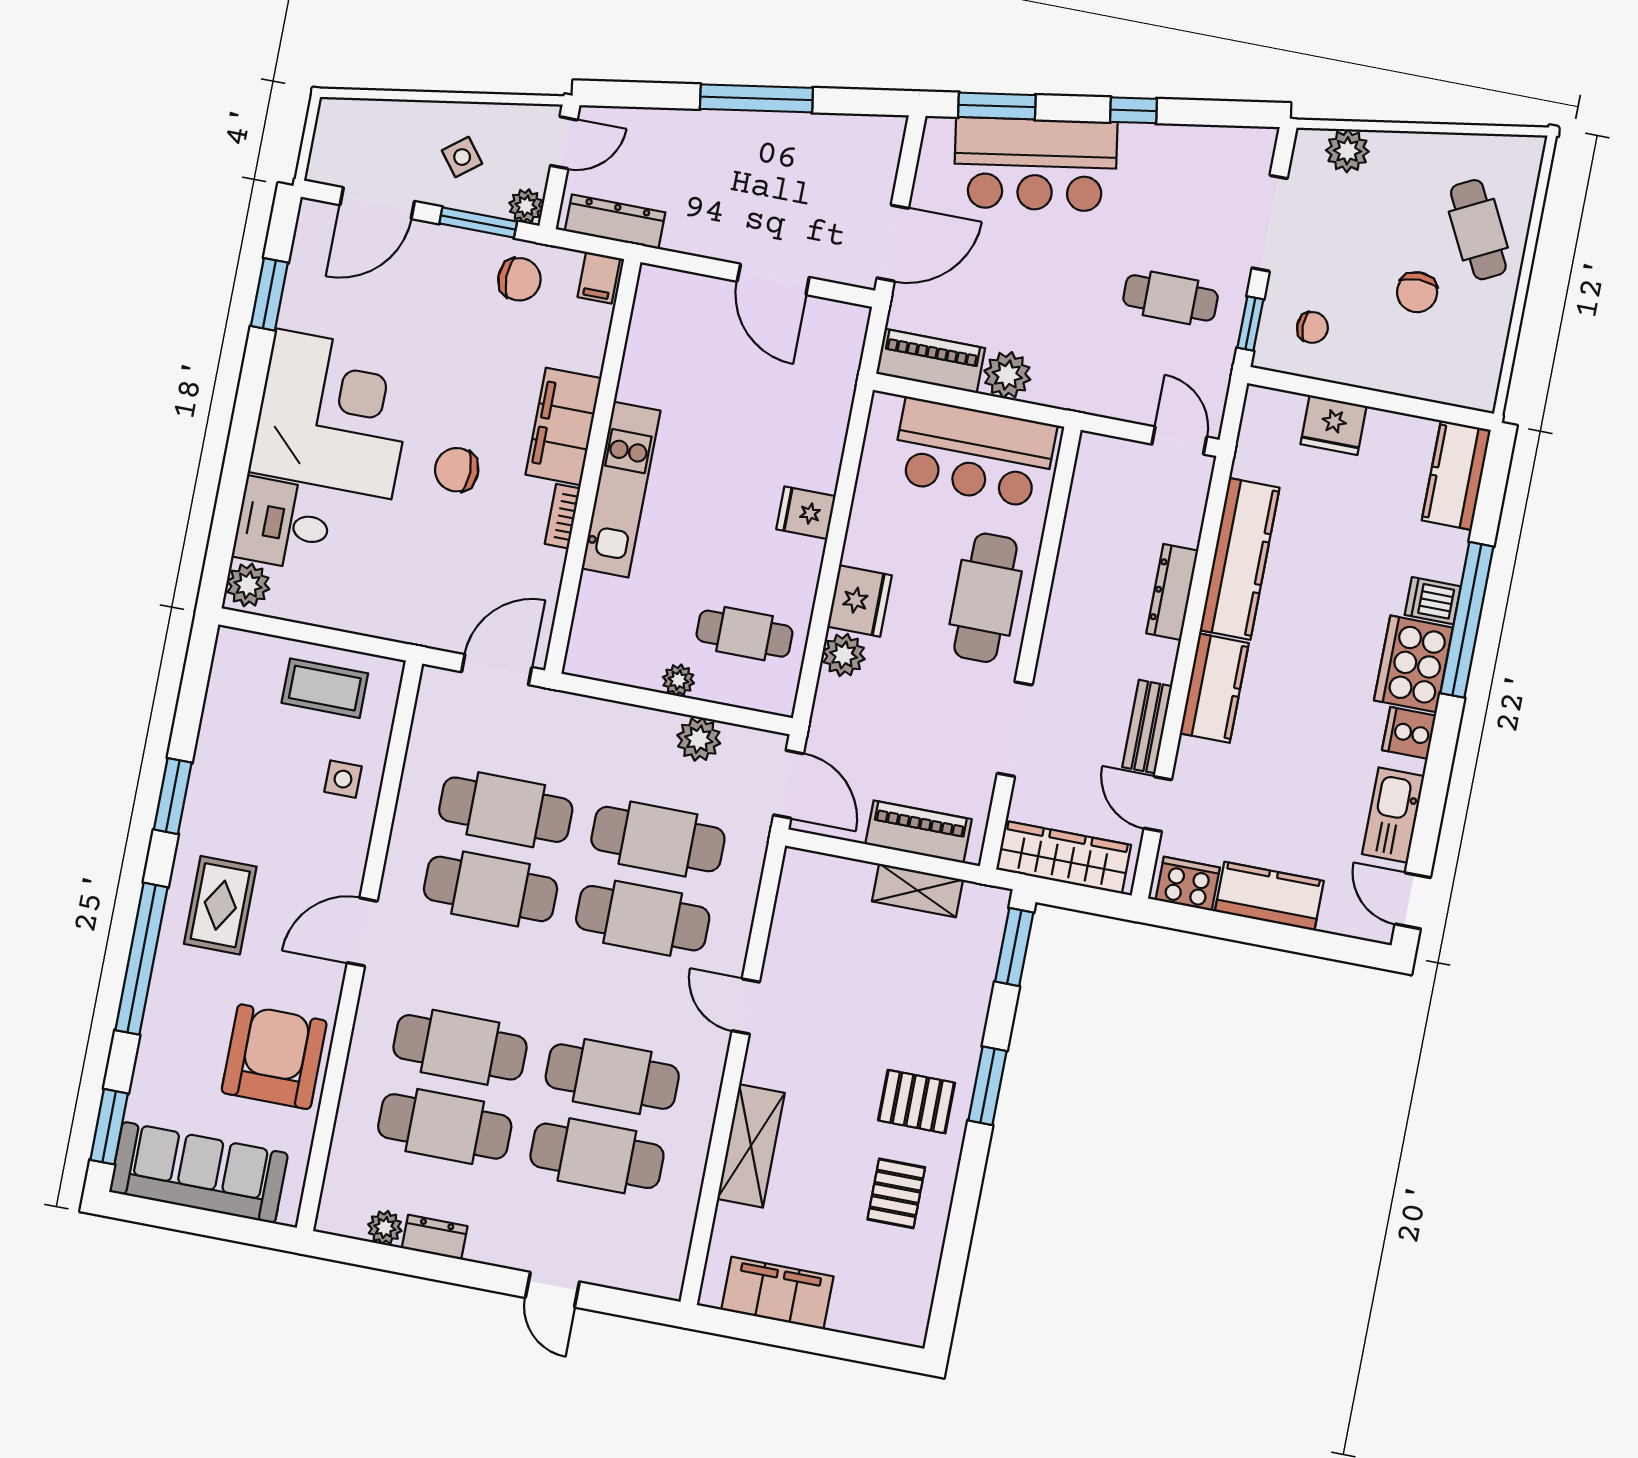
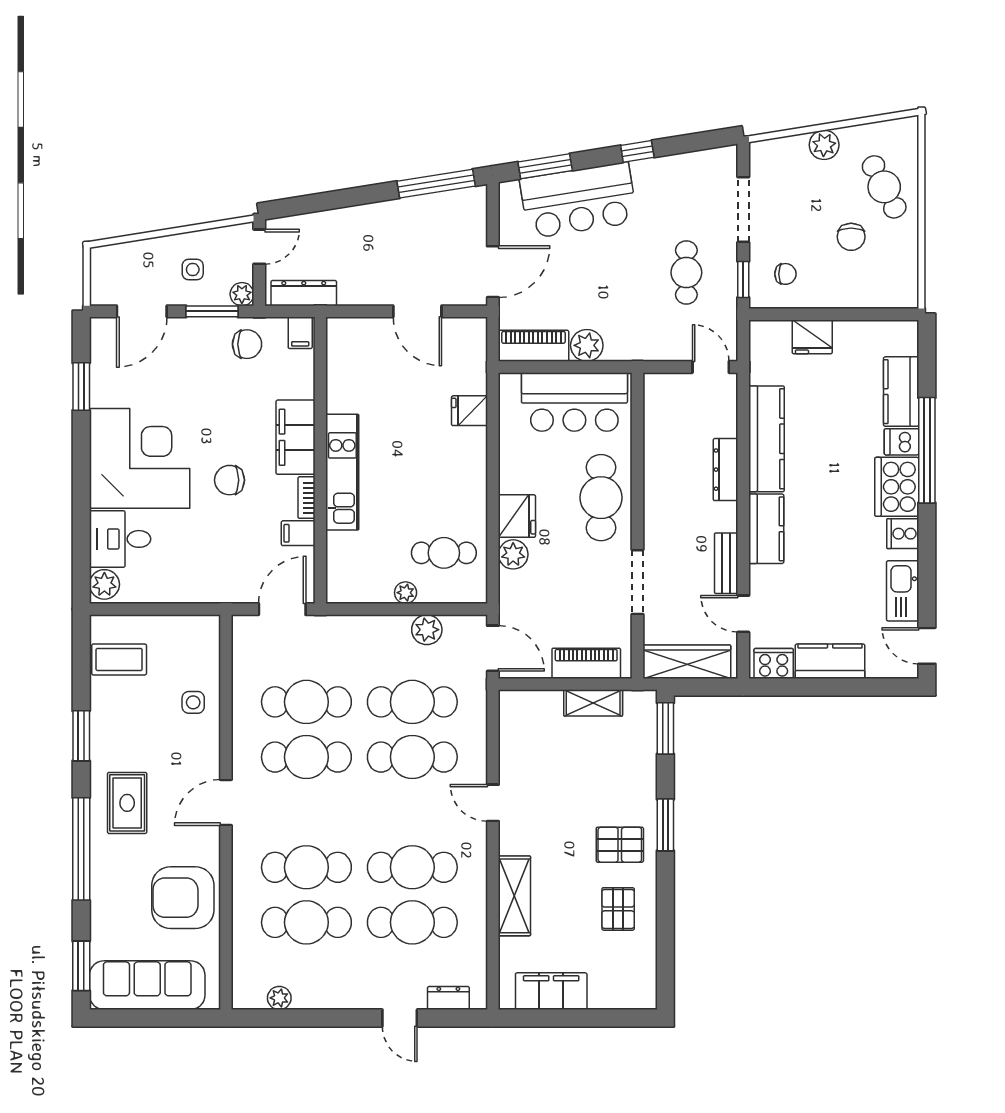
window: (756, 98) -> (436, 184), moved
plant: (1347, 151) -> (824, 145), moved
side table: (462, 157) -> (193, 270), turned 38
cafe table: (1170, 298) -> (686, 273), turned 90
kitchen counter: (1456, 475) -> (901, 392), moved
fridge: (806, 513) -> (469, 411), moved
filing cabinet: (541, 565) -> (298, 533), added
coffee table: (325, 688) -> (119, 659), moved
armchair: (274, 1057) -> (183, 898), turned -90
dresser: (435, 1237) -> (448, 998), moved

